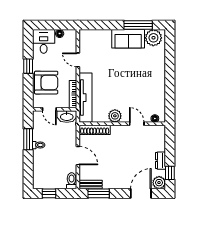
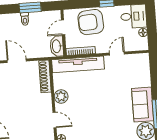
armchair: (46, 83) -> (91, 22), turned 86
door: (137, 124) -> (55, 120), hinge flipped
door: (78, 156) -> (17, 61), swing flipped

